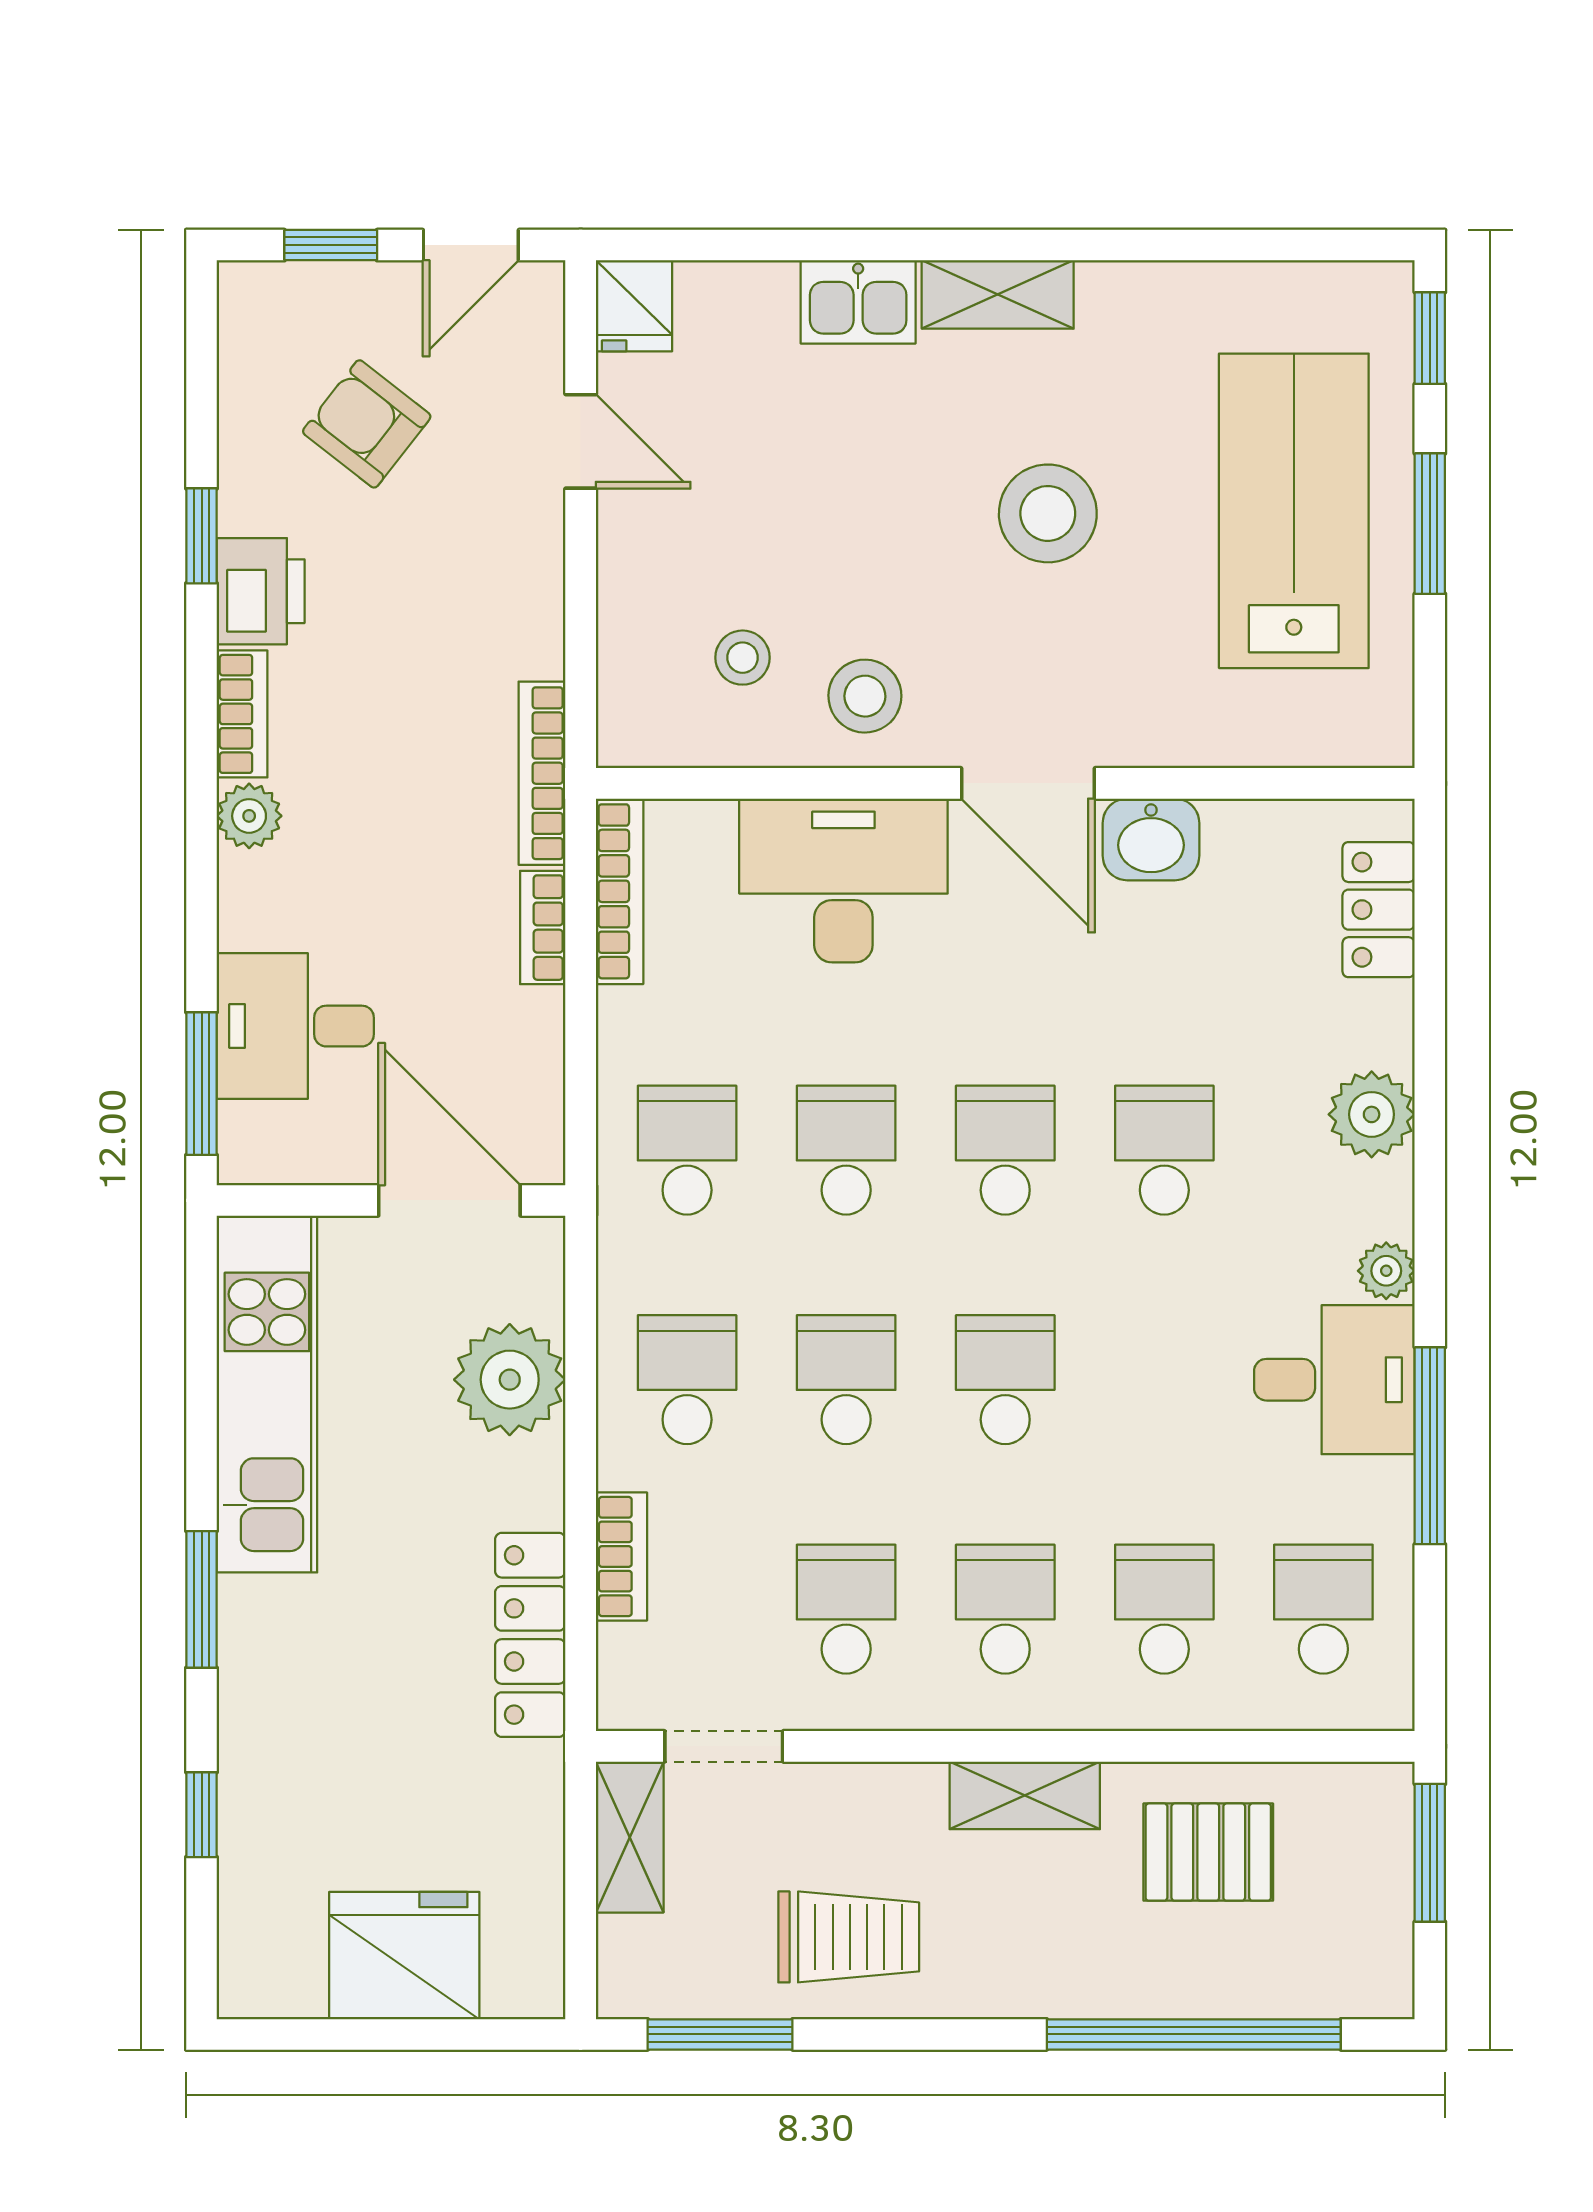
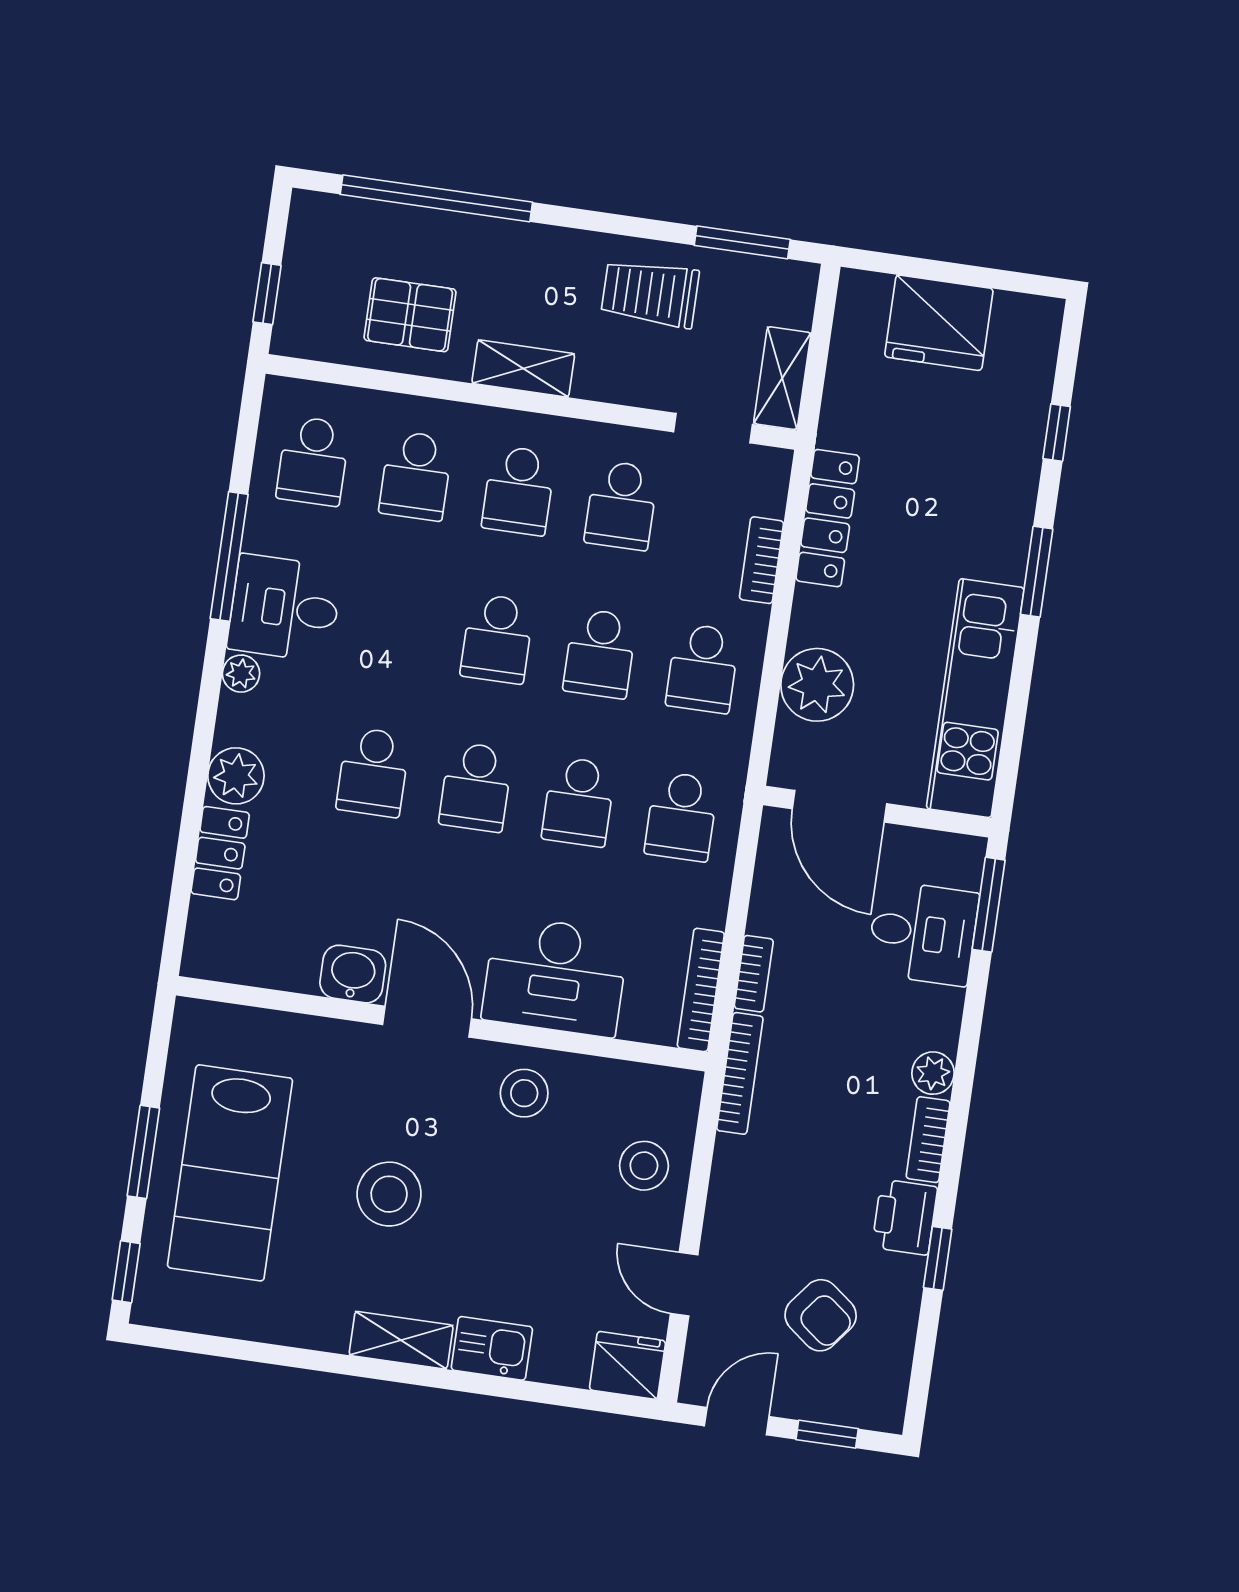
fridge: (634, 306) -> (627, 1365), width x1.38
stool: (743, 658) -> (644, 1166), moved, width x1.37, depth x1.37
locker: (1379, 910) -> (220, 853), moved
window: (1430, 1853) -> (267, 294), width x0.67

